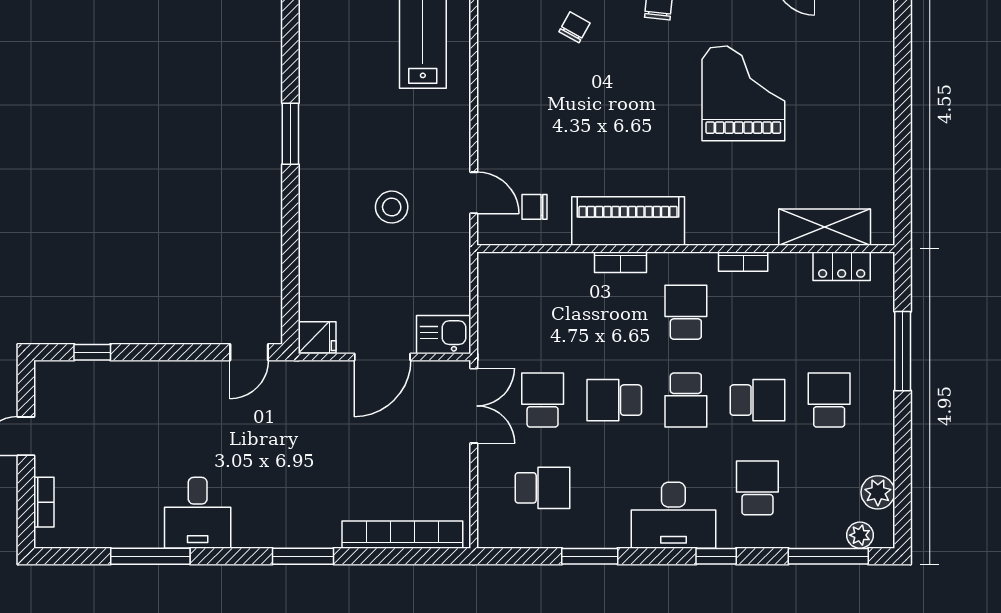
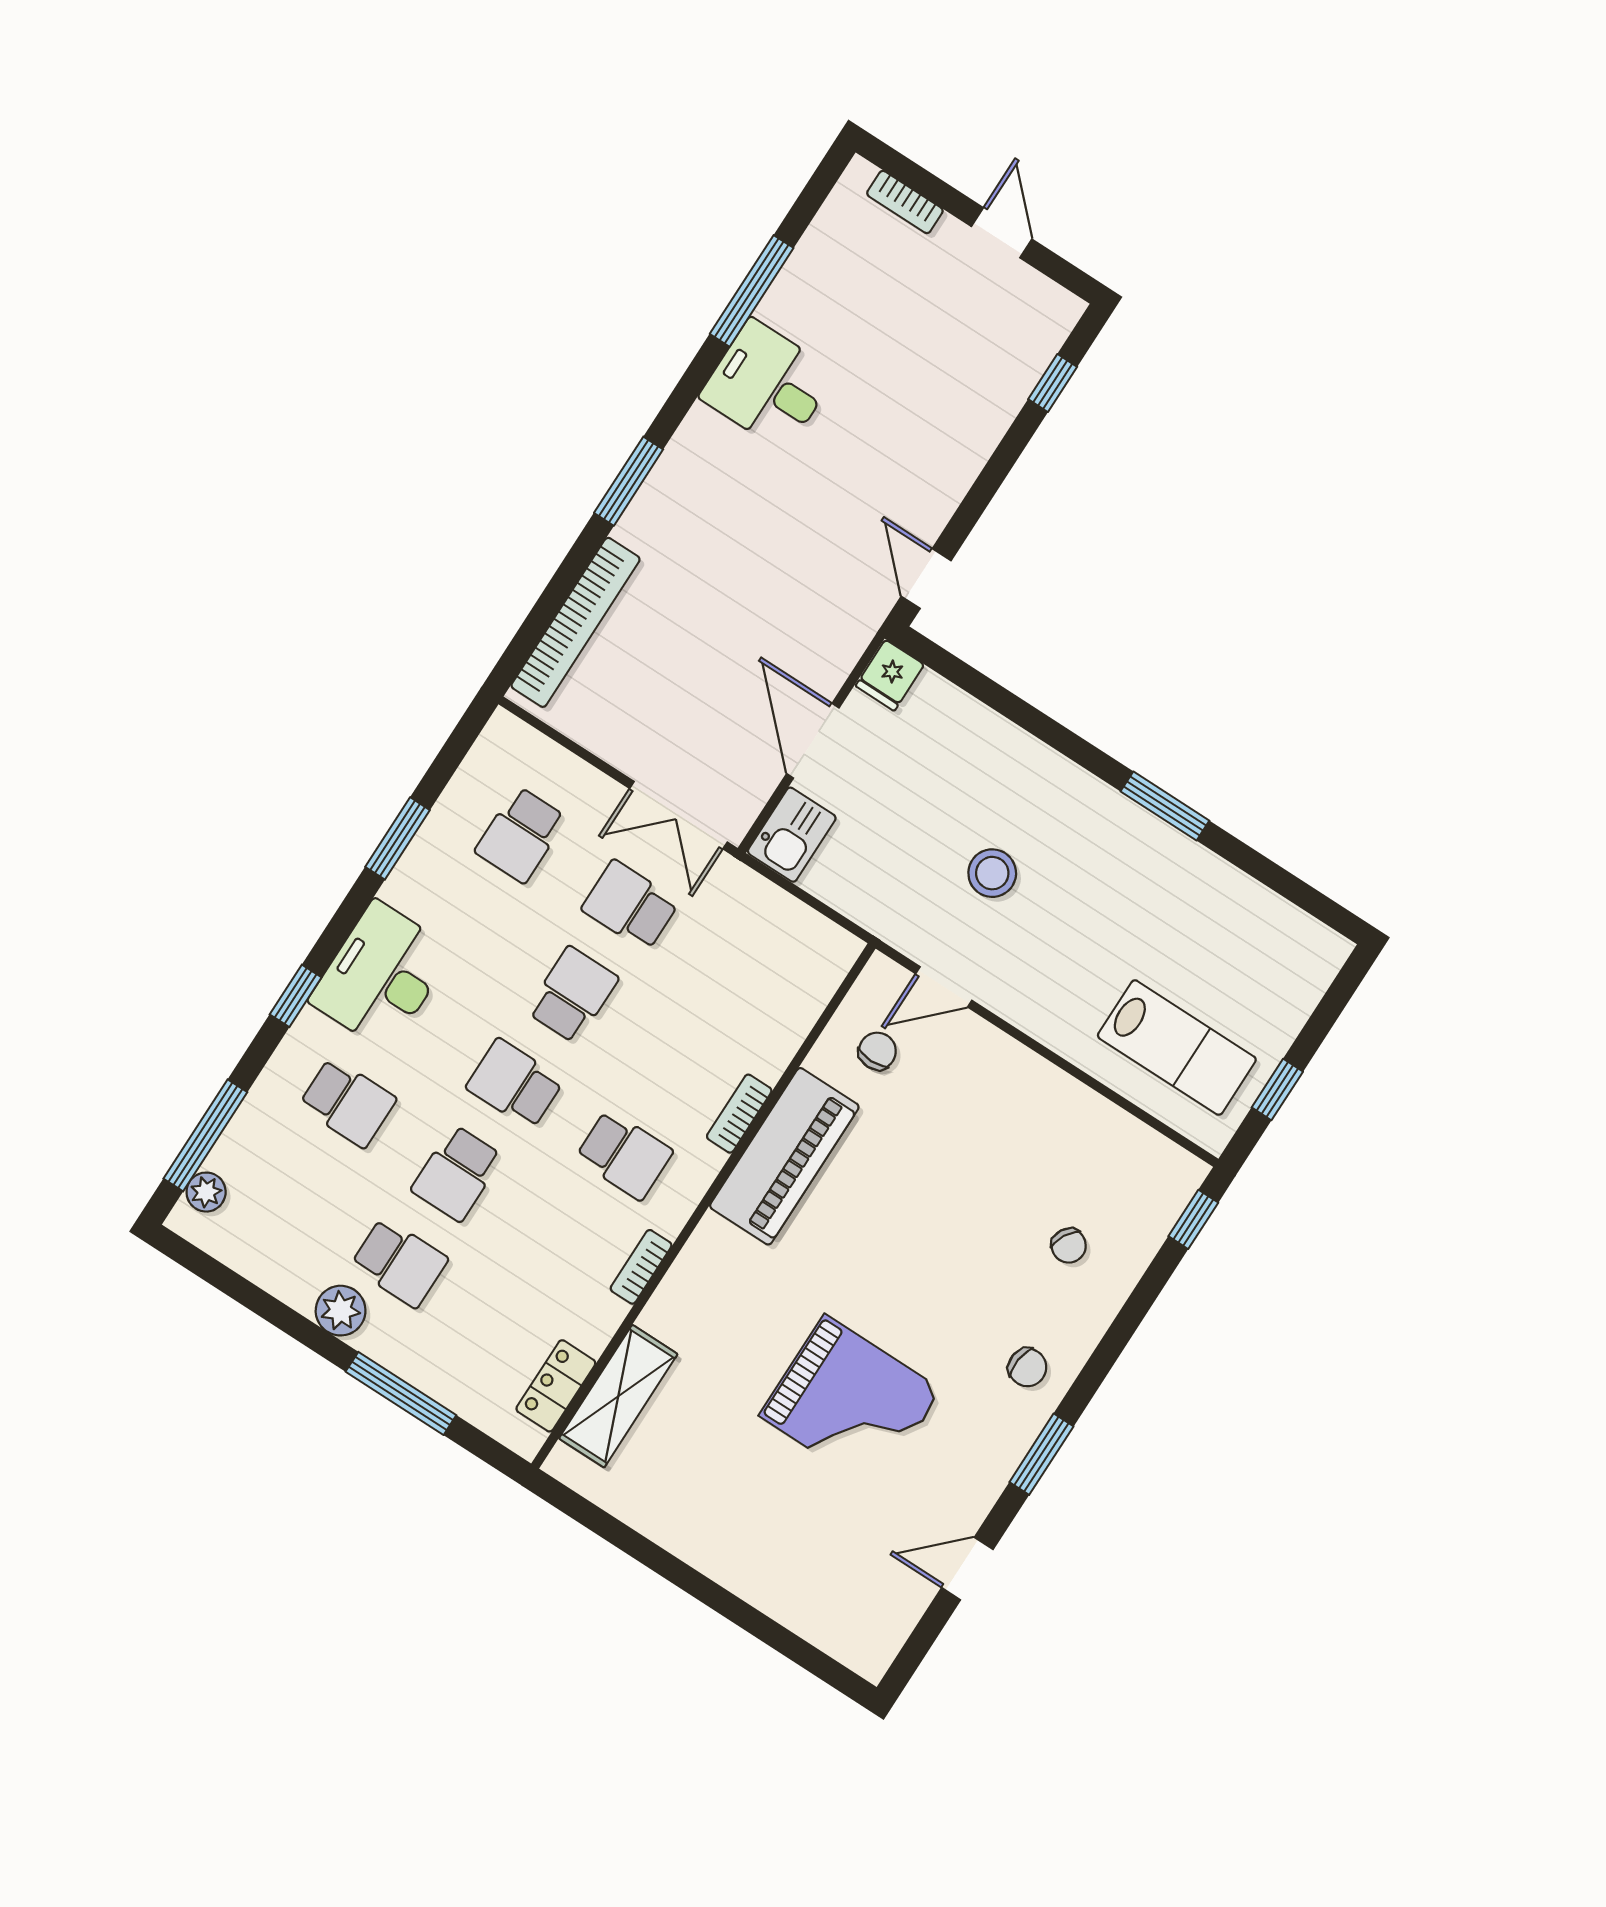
school desk: (543, 400) -> (630, 905), turned 180
plant: (878, 492) -> (341, 1311), moved

